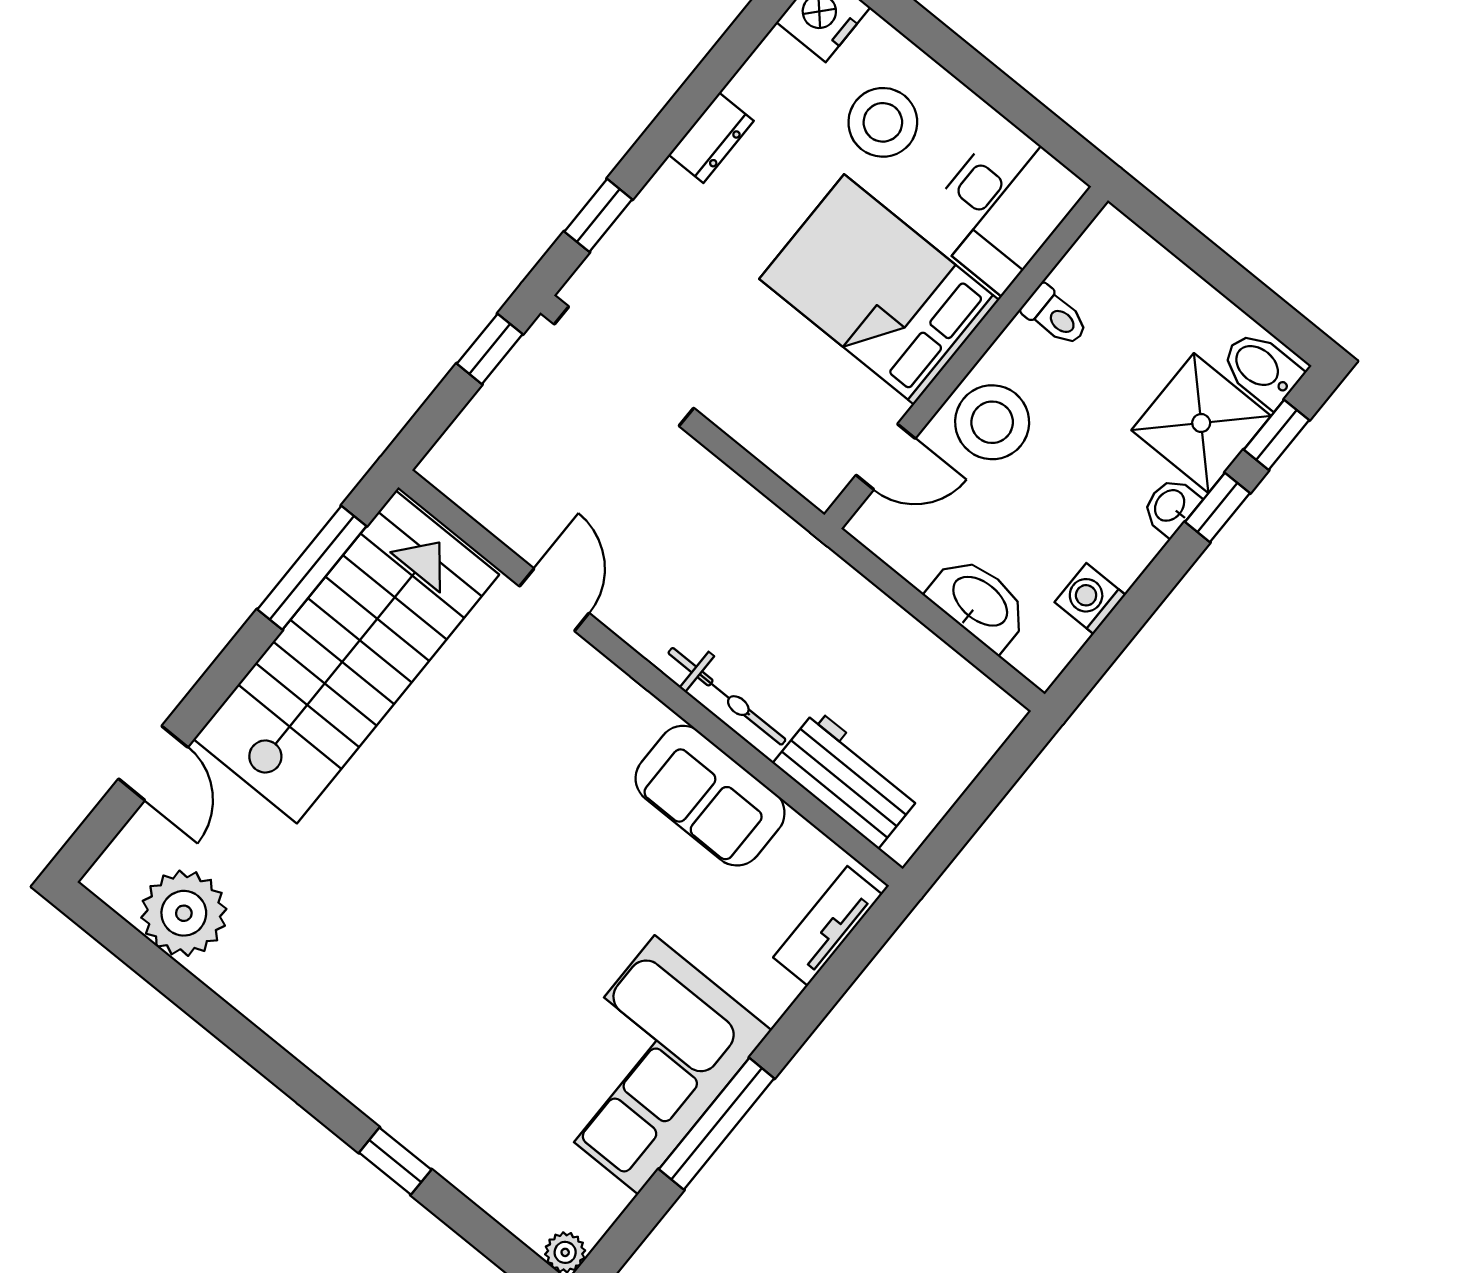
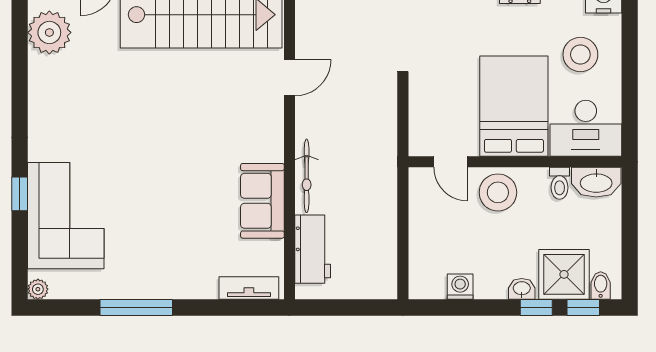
bidet: (1261, 369) -> (601, 286), width x0.72, depth x0.74
washbasin: (979, 603) -> (596, 182), moved, turned 90
corner sofa: (646, 1065) -> (66, 216), moved, turned 90

